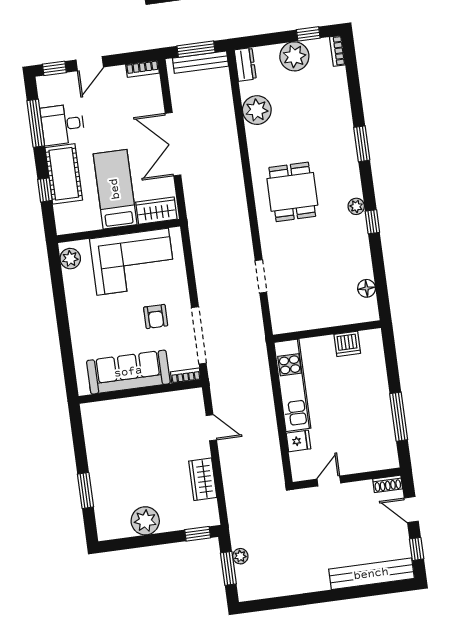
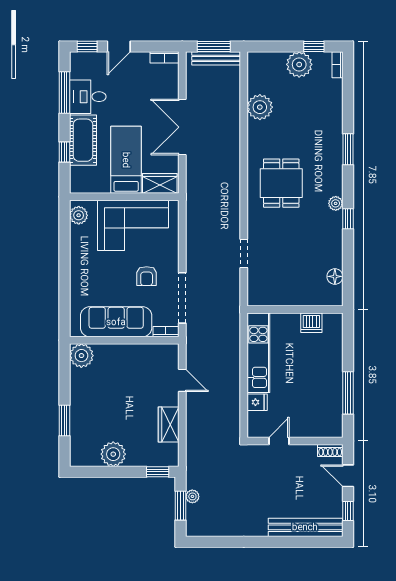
dresser: (245, 64) -> (255, 66), removed
plant: (95, 415) -> (81, 356), added

